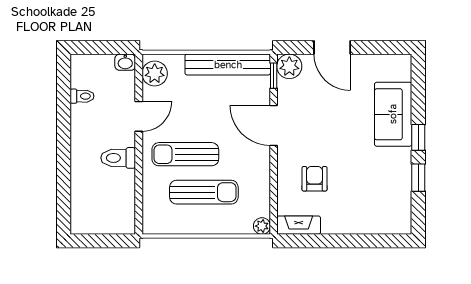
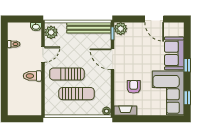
door: (332, 47) -> (154, 19), moved
window: (418, 178) -> (187, 98), moved
corner sofa: (381, 191) -> (168, 93), added

